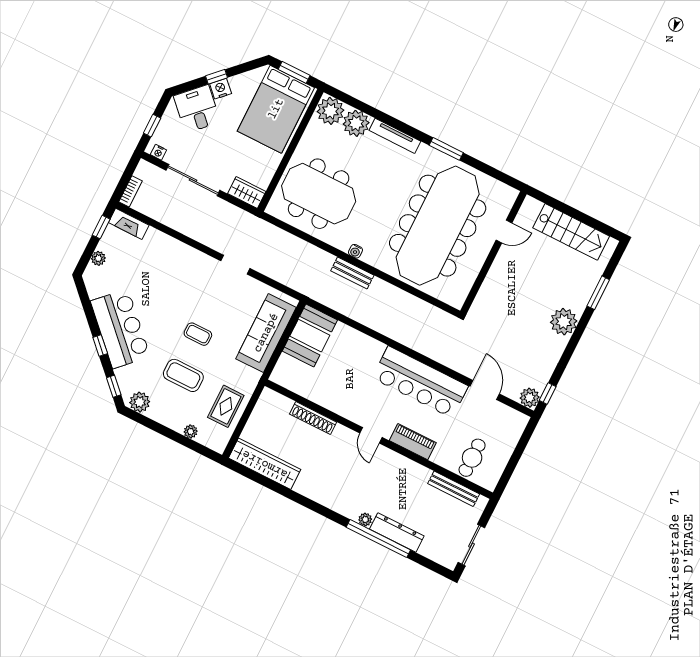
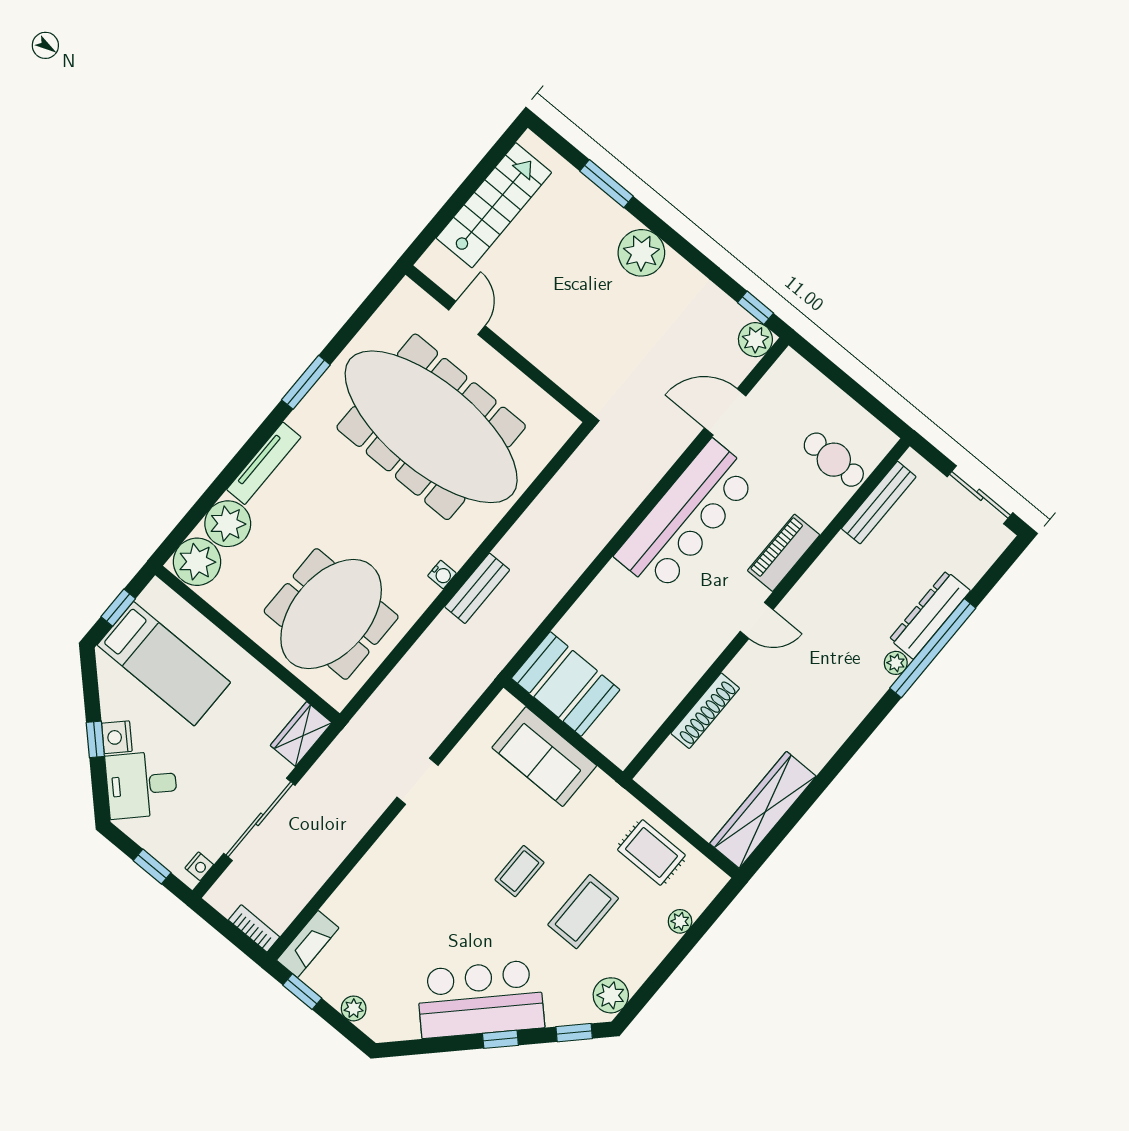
window: (294, 72) -> (118, 608), width x0.67
bed: (276, 109) -> (164, 664), width x0.67
sofa: (266, 333) -> (544, 757), width x0.73

